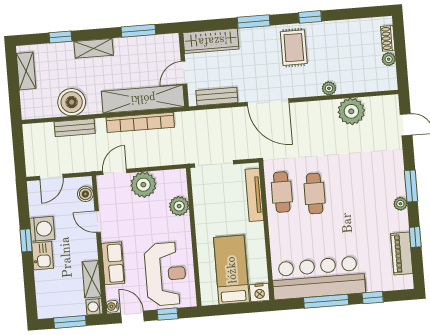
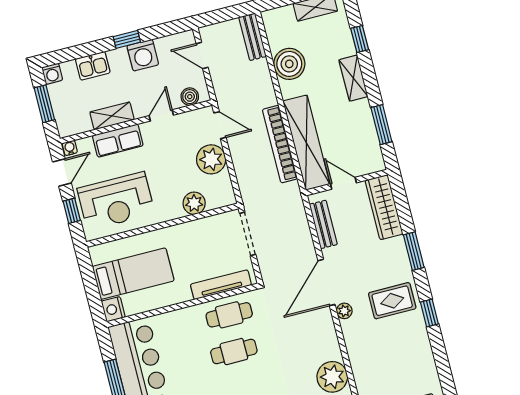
plant: (329, 88) -> (344, 311), moved
bench: (75, 128) -> (252, 37), moved
kitchen sink: (43, 256) -> (93, 66), moved
shelving: (92, 279) -> (112, 116), moved
washing machine: (94, 307) -> (52, 74), moved, turned 180

